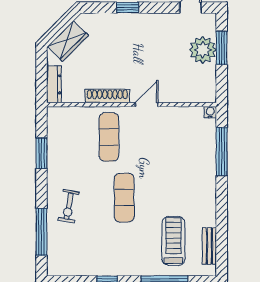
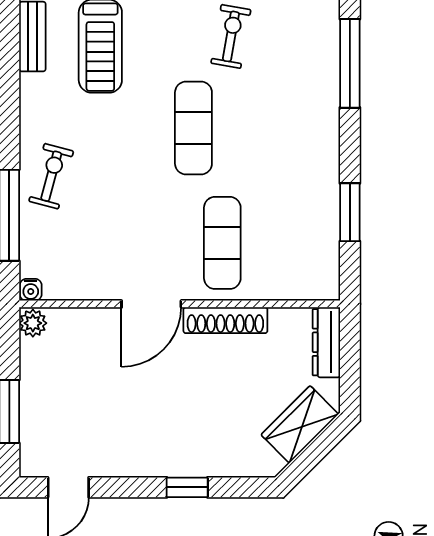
plant: (203, 50) -> (33, 323), moved, width x0.53, depth x0.53
door: (146, 105) -> (151, 304), width x1.38
exercise bike: (199, 172) -> (51, 176), added
exercise bike: (69, 206) -> (231, 36), moved

